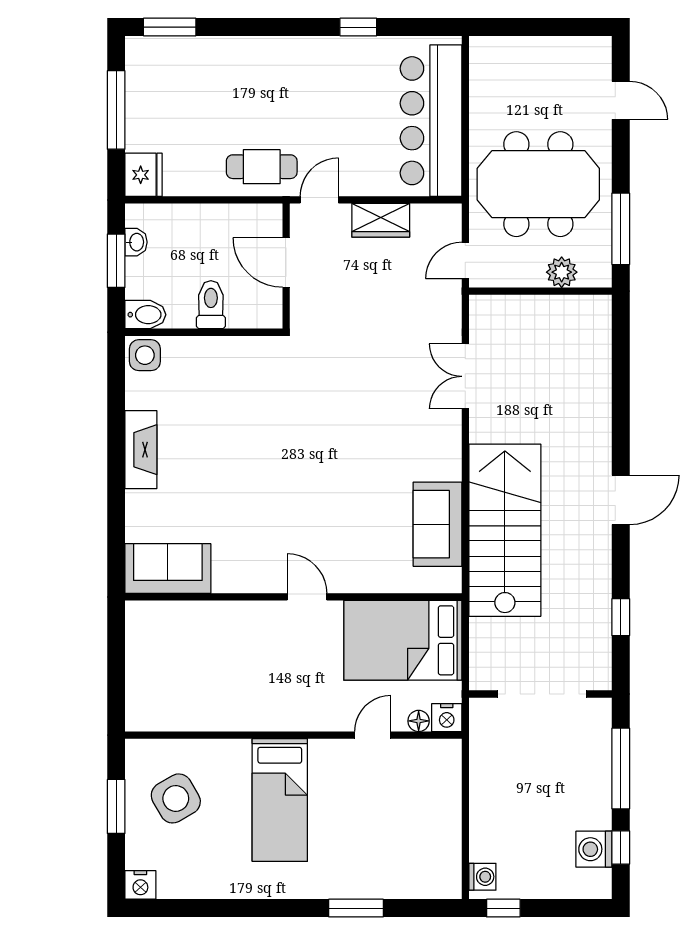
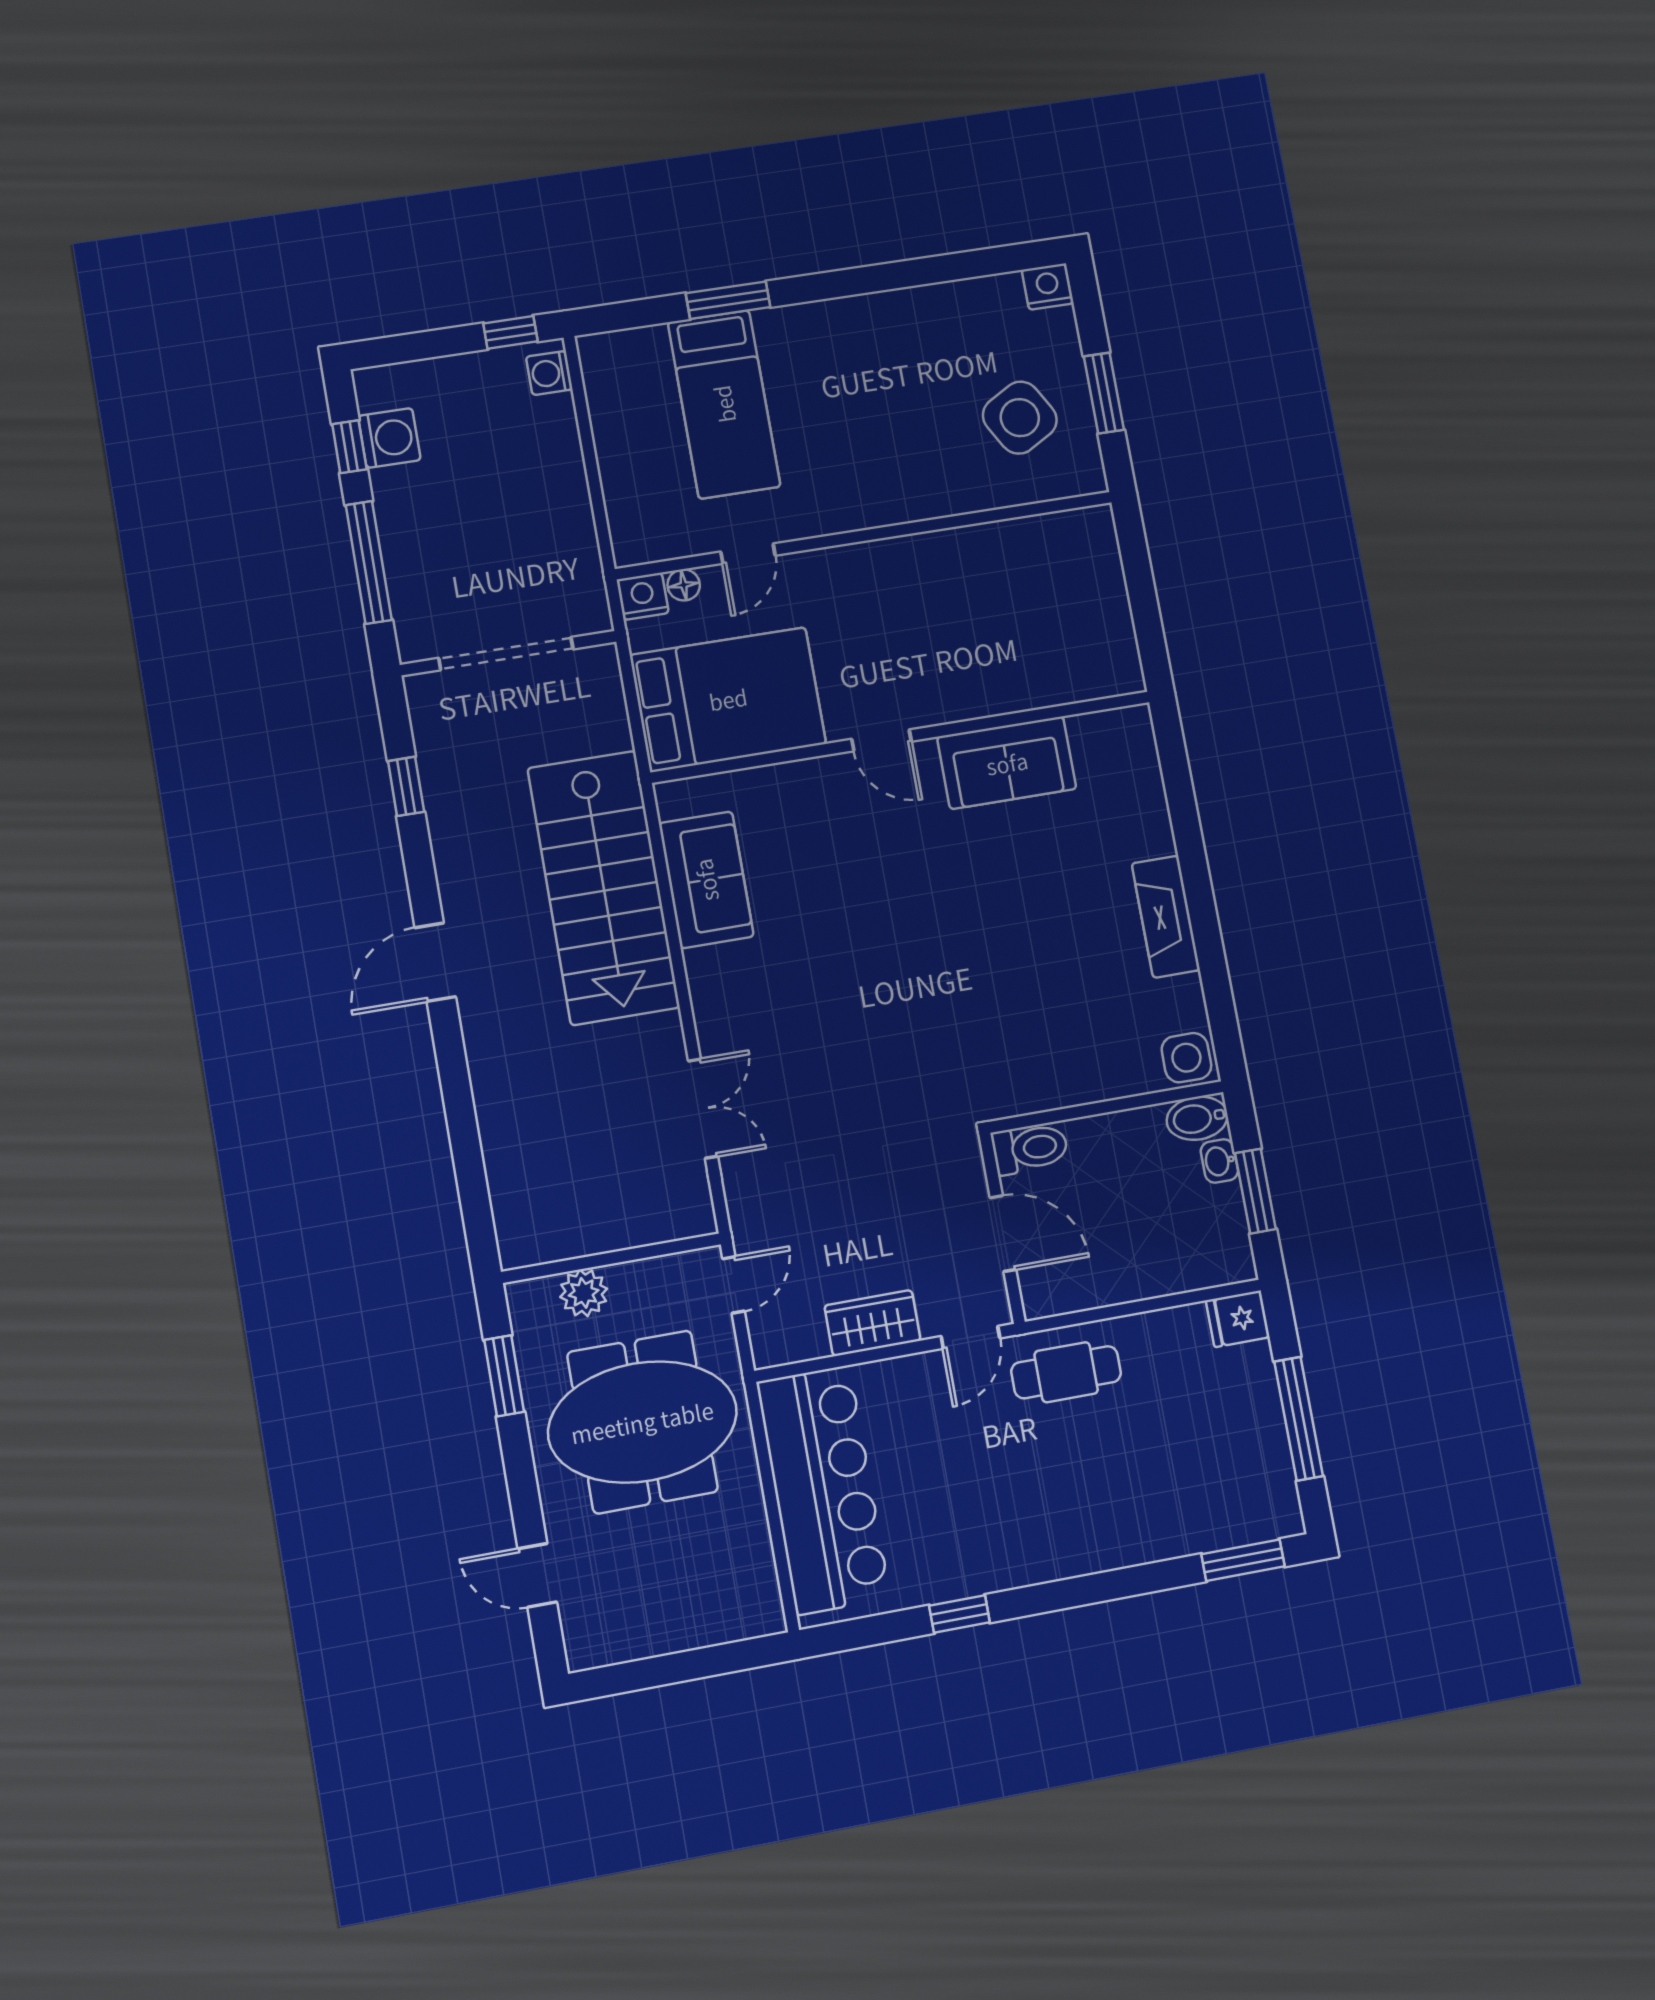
fridge: (144, 175) -> (1238, 1319), width x0.72
window: (621, 229) -> (504, 1376), width x0.69
washbasin: (136, 242) -> (1219, 1161), moved
toilet: (211, 305) -> (1030, 1148), moved, turned -90
sofa: (168, 569) -> (1007, 763), moved
bed: (280, 800) -> (724, 404), moved, turned 180

